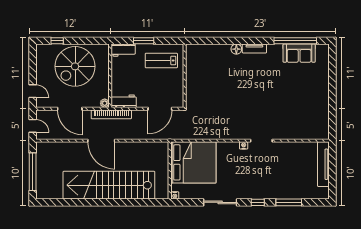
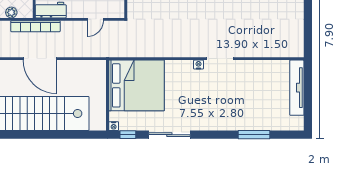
plant: (105, 103) -> (11, 12), moved
door: (160, 109) -> (95, 19), width x0.53
door: (101, 141) -> (40, 59), moved
window: (258, 202) -> (128, 135), moved

